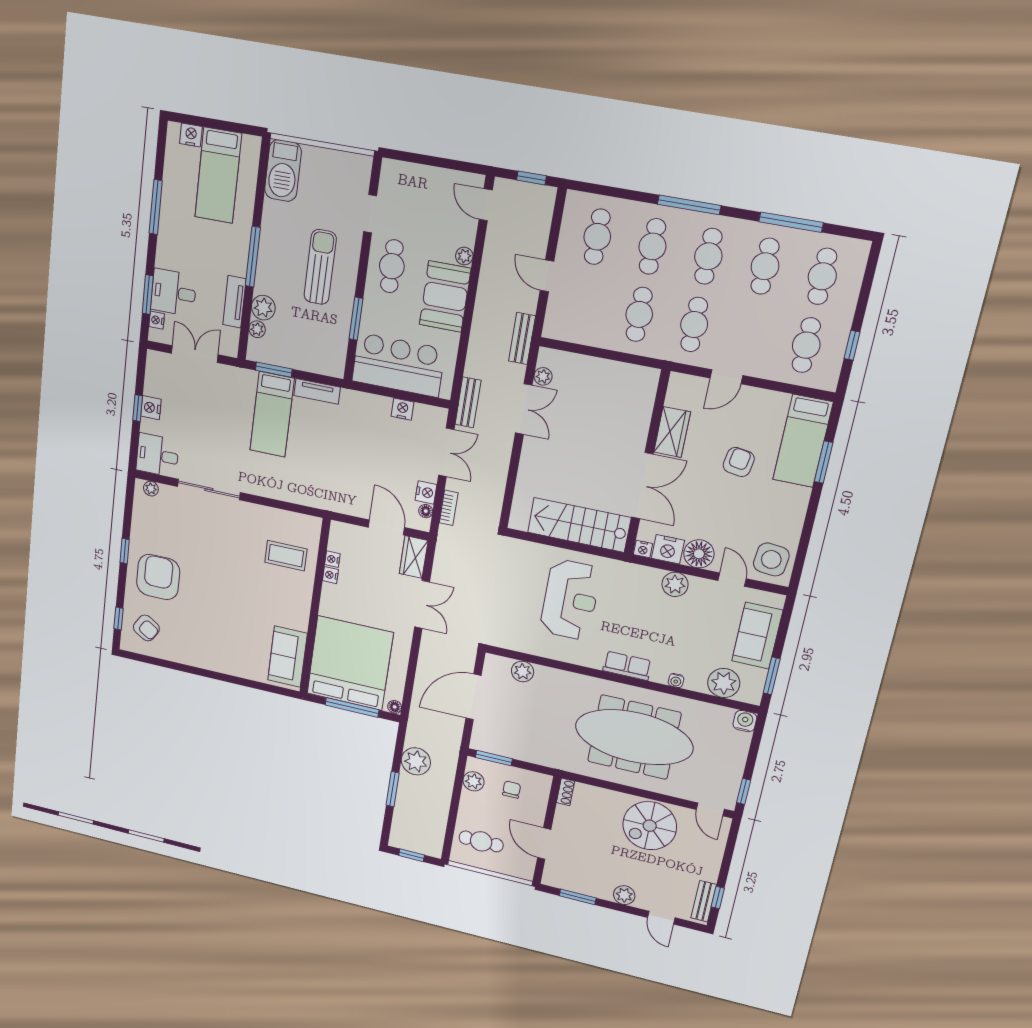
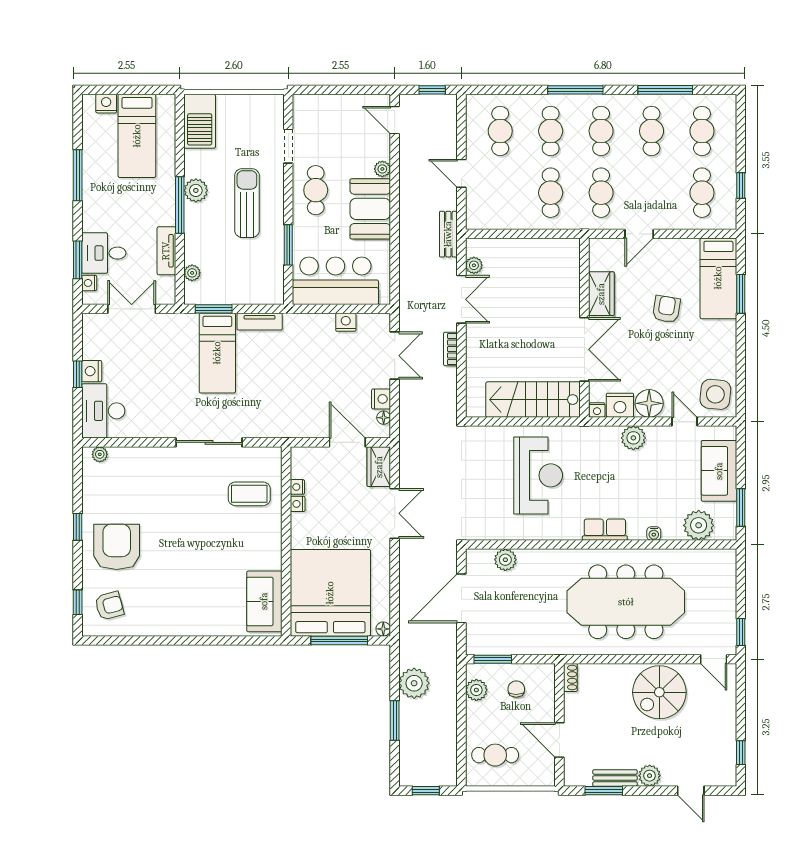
plant: (263, 308) -> (196, 190), moved
bench: (468, 402) -> (408, 303), removed
desk: (157, 455) -> (103, 411), width x1.37
sliding door: (209, 489) -> (209, 442), moved
bookcase: (449, 508) -> (450, 349), moved, turned 180
armchair: (146, 628) -> (109, 606), turned -47
water cooler: (745, 721) -> (726, 559), removed
bench: (704, 901) -> (615, 778), moved, turned 90

